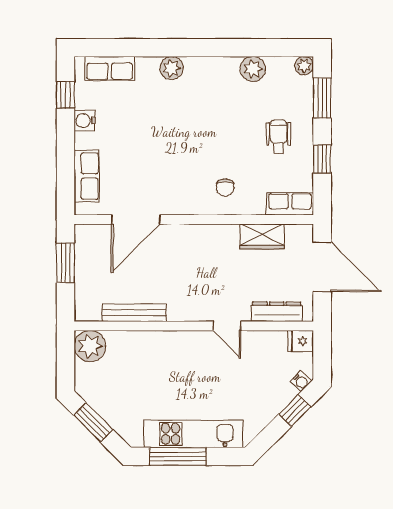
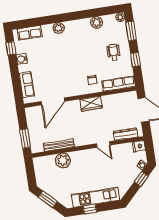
row of seats: (290, 204) -> (119, 84), width x1.48
wardrobe: (262, 237) -> (91, 104), moved
window: (66, 263) -> (25, 138), moved
plant: (90, 346) -> (63, 160), moved
window: (178, 456) -> (90, 209), width x0.46

